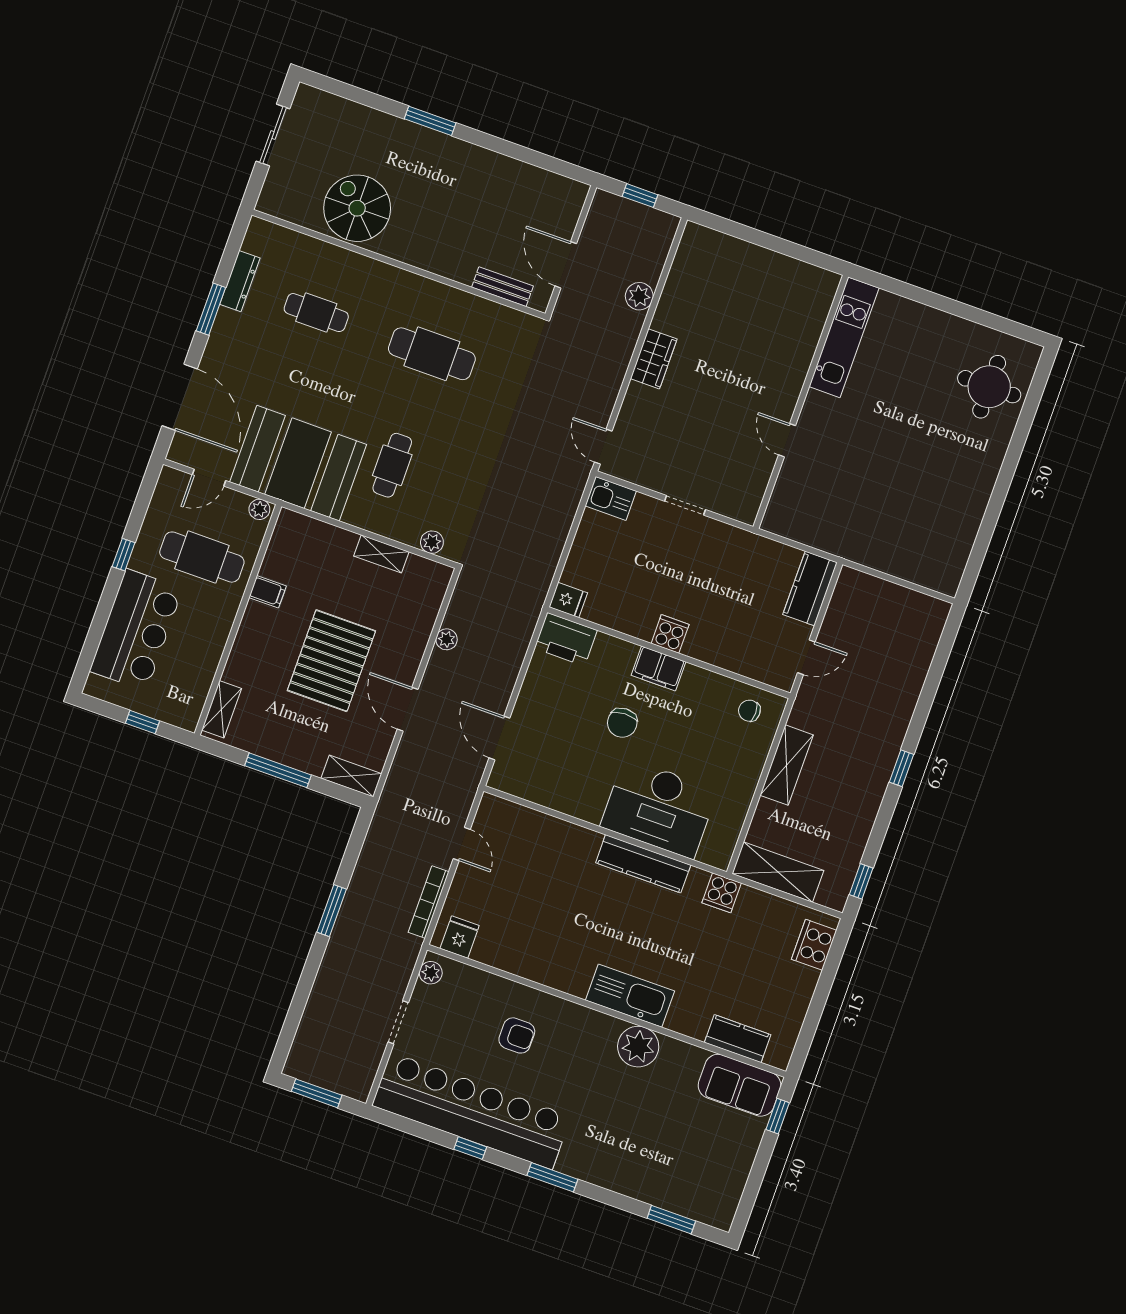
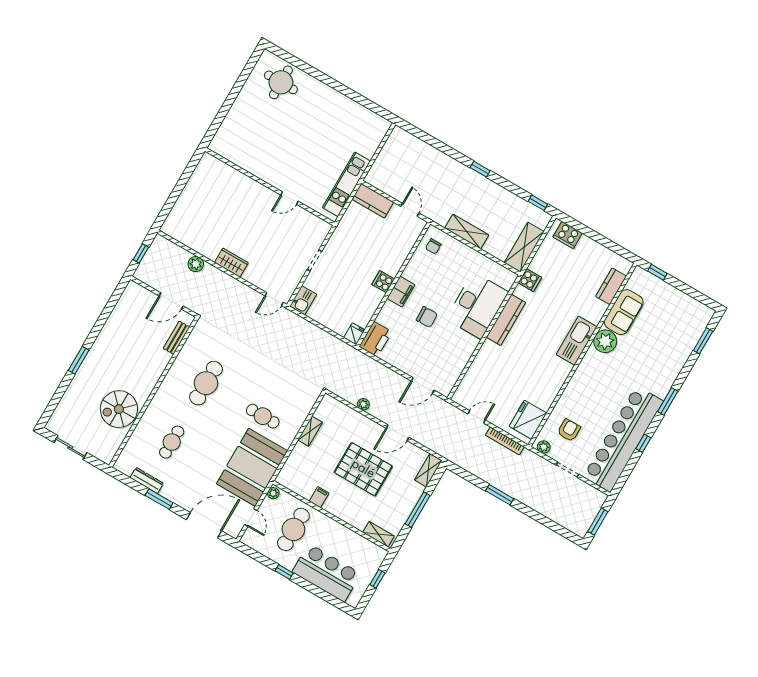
kitchen unit: (844, 337) -> (347, 184), moved, turned -90
plant: (432, 542) -> (309, 402), removed
fridge: (460, 937) -> (528, 420), width x1.88, depth x1.34
armchair: (517, 1035) -> (569, 430), moved
sofa: (739, 1085) -> (624, 312), moved

